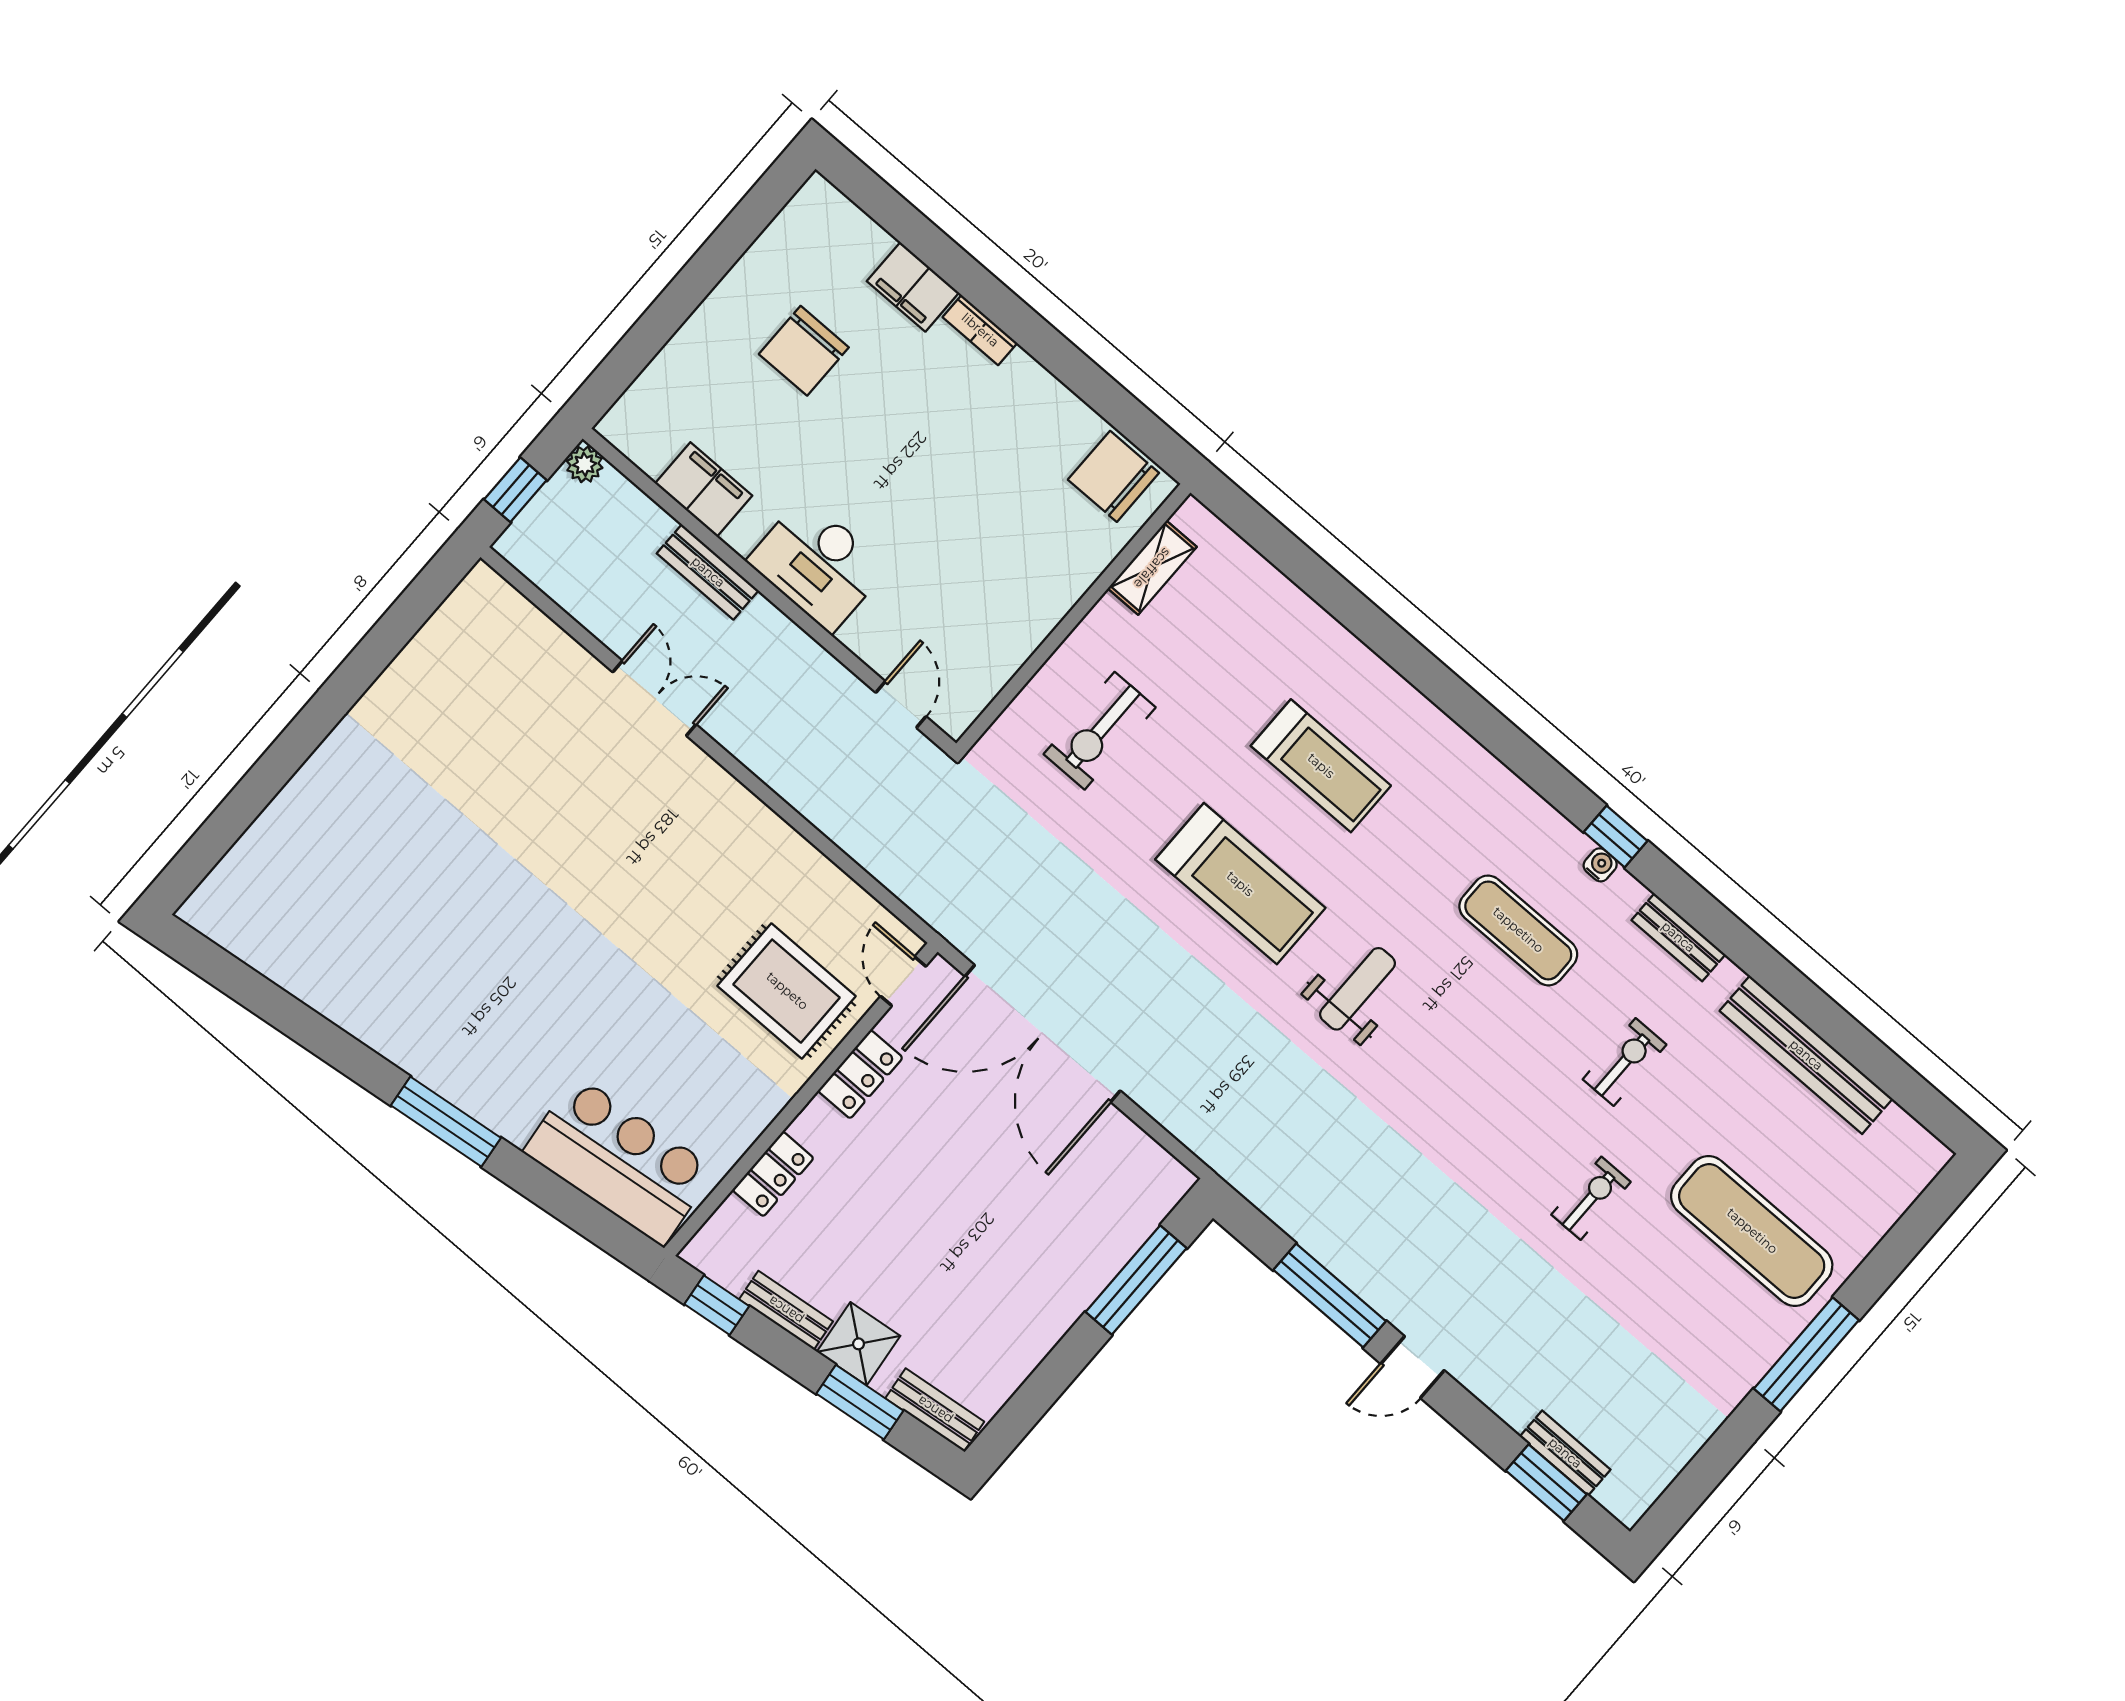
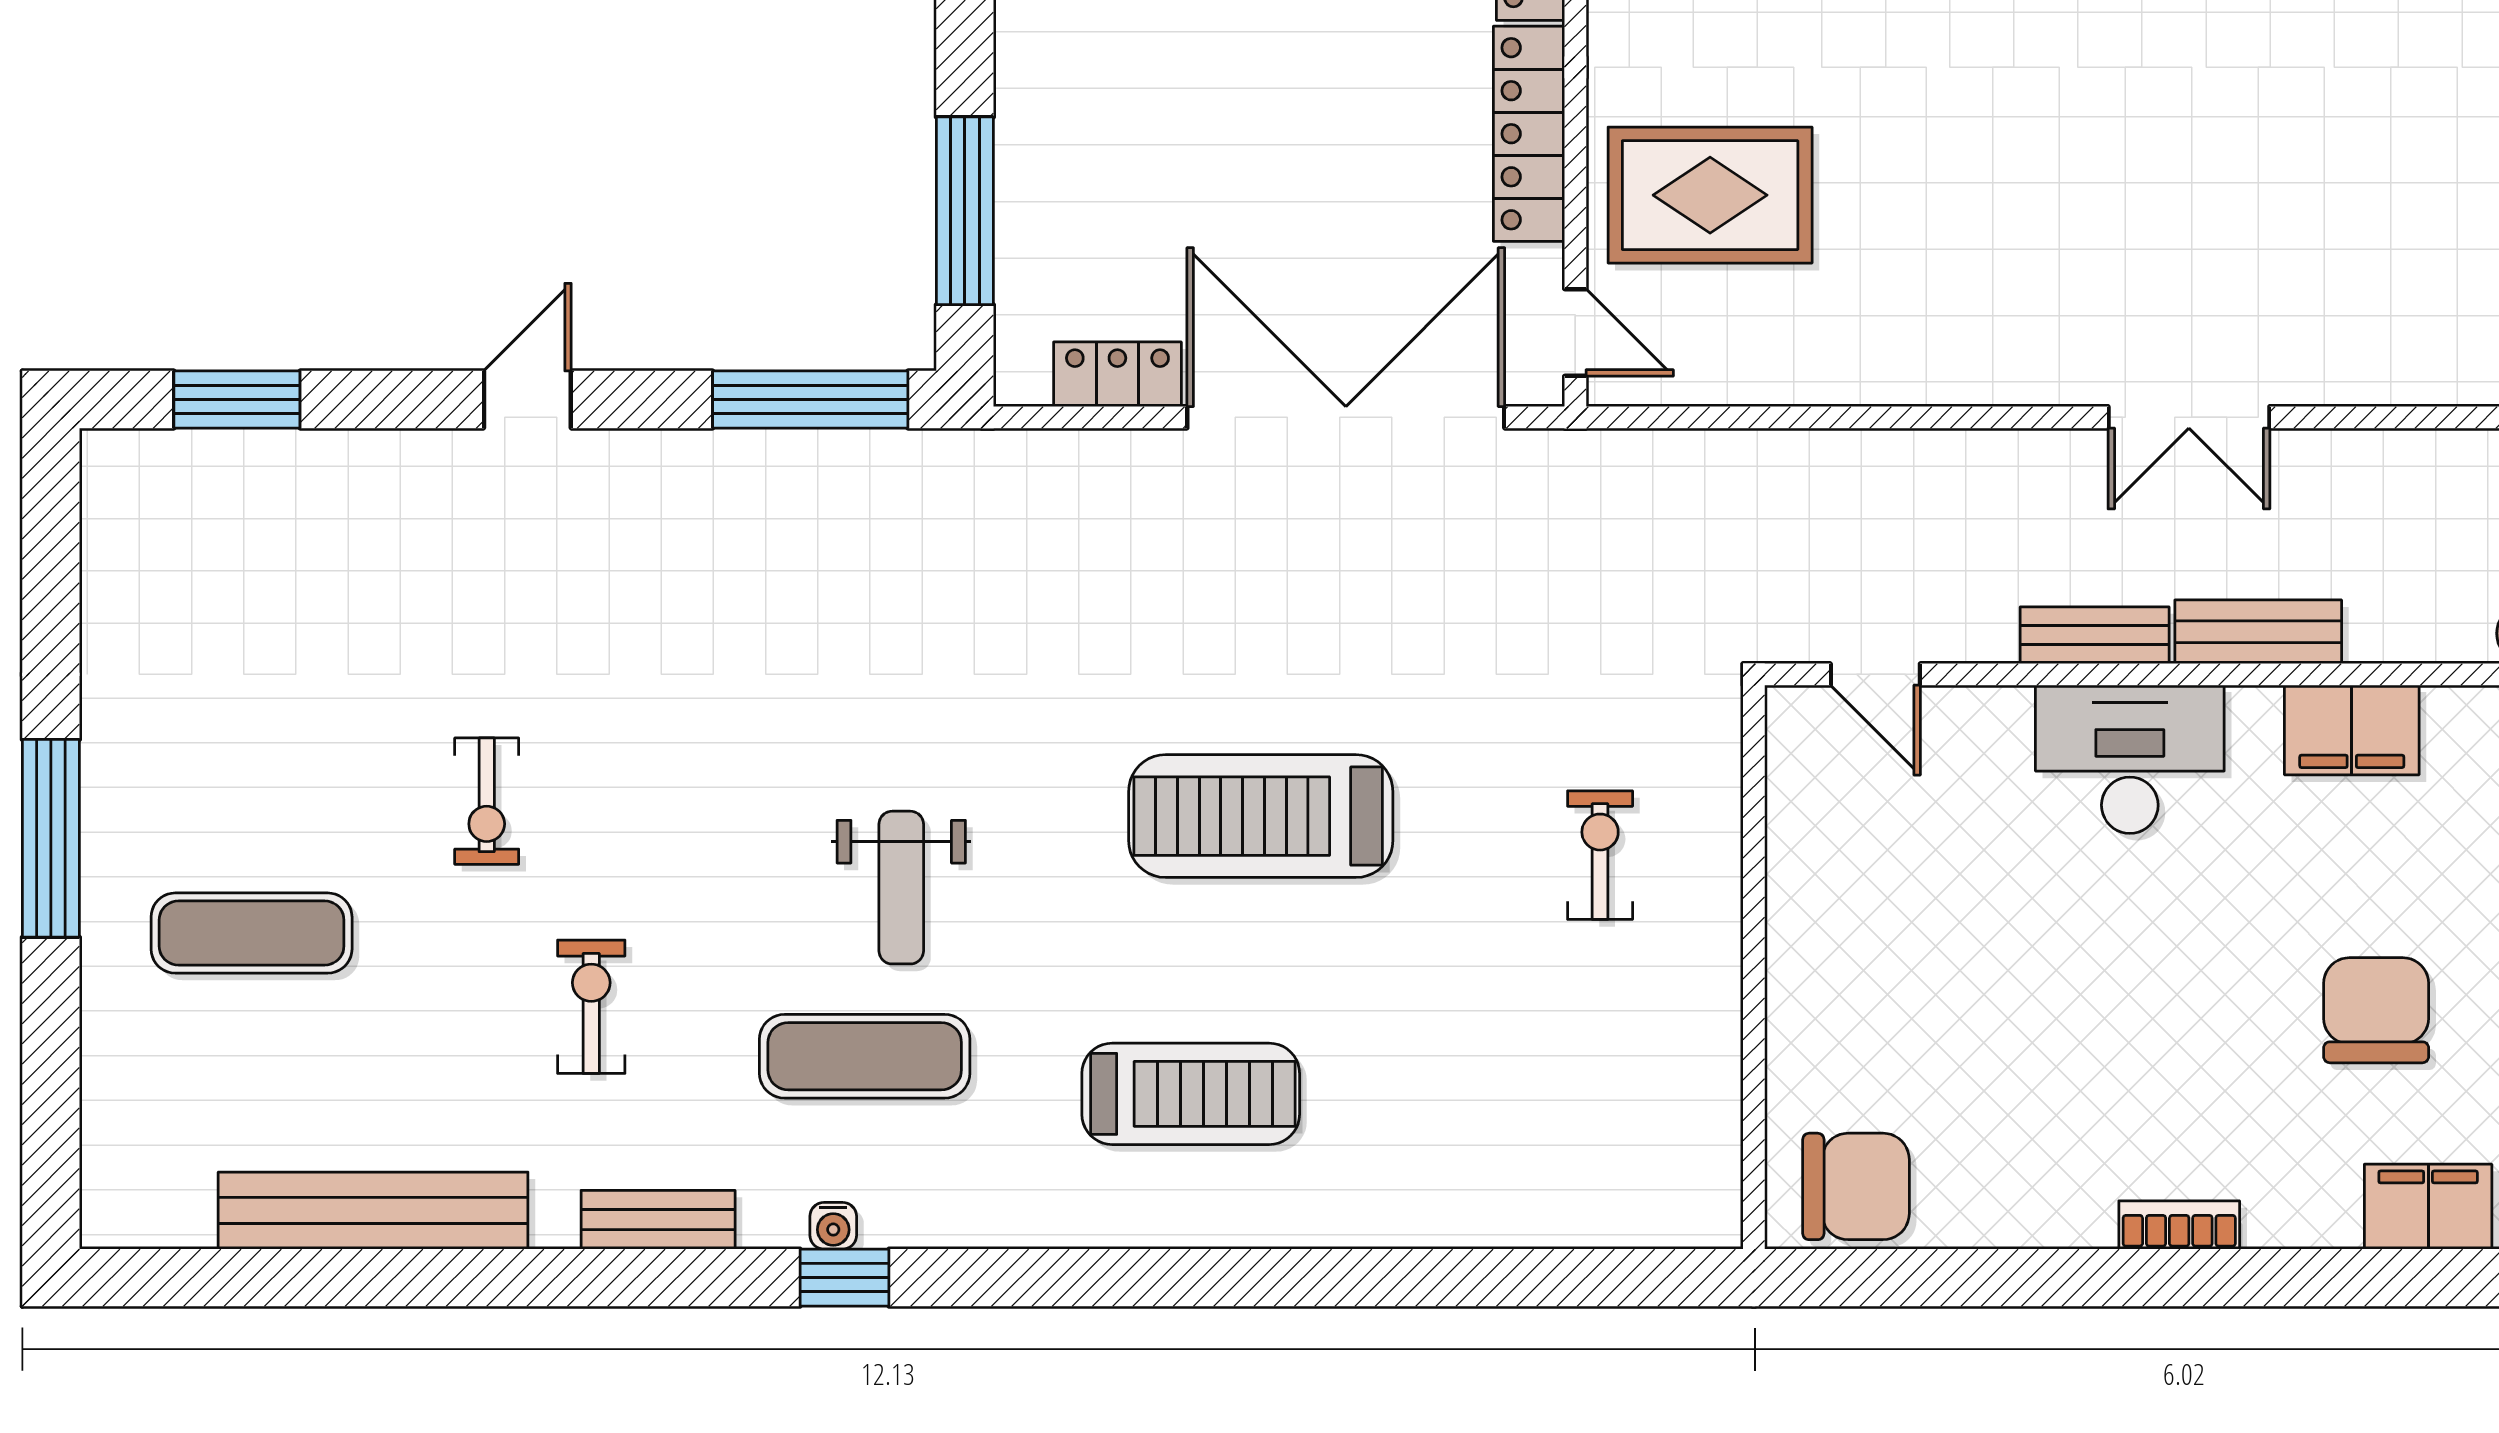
filing cabinet: (913, 287) -> (2428, 1207), moved
shelving: (1152, 568) -> (1710, 1115), removed
exercise bike: (1100, 731) -> (1600, 855), width x0.73, depth x0.72
treadmill: (1321, 766) -> (1191, 1094), moved, turned 180
weight bench: (1358, 989) -> (901, 888), moved
exercise bike: (1625, 1062) -> (591, 1007), turned 180
locker: (860, 1074) -> (1529, 134), width x1.53
locker: (1131, 1144) -> (1117, 374), added
exercise mat: (1752, 1231) -> (252, 933), width x0.73, depth x0.69
window: (1330, 1296) -> (810, 399), moved
bench: (1565, 1453) -> (2095, 635), moved

